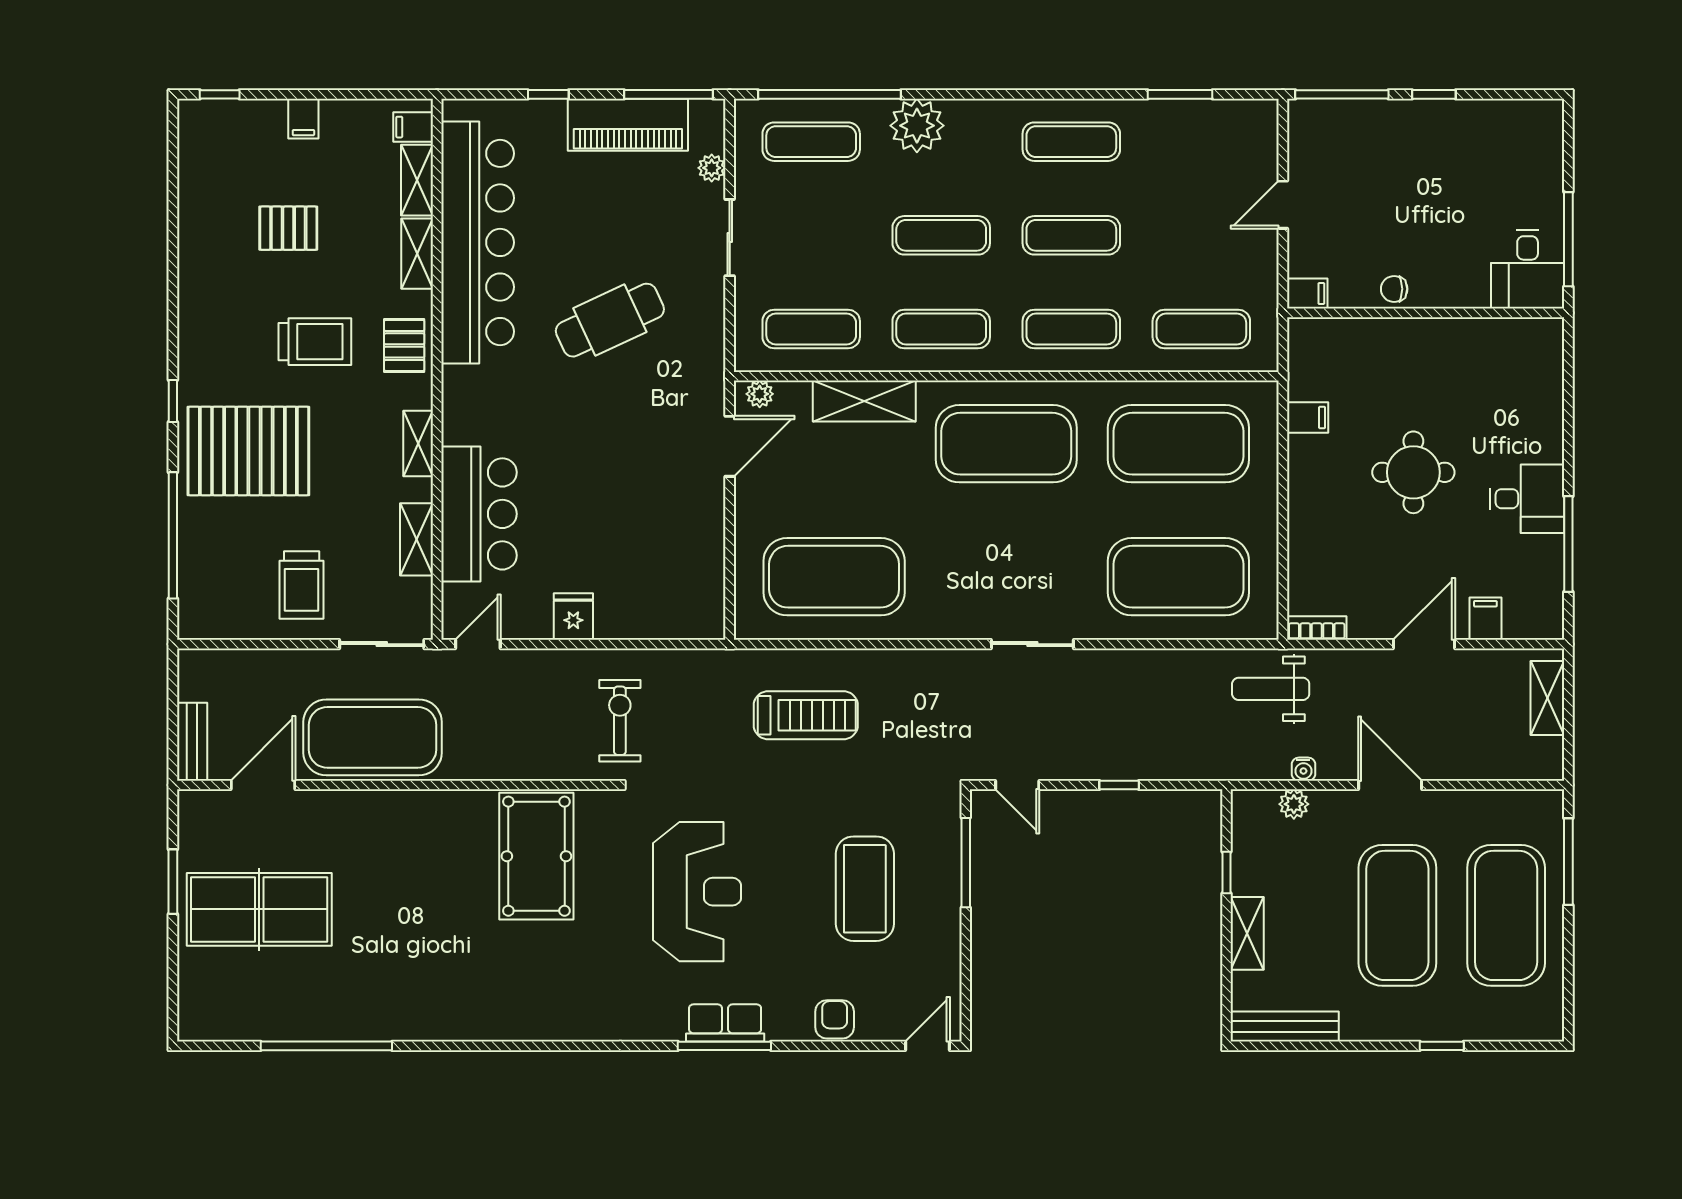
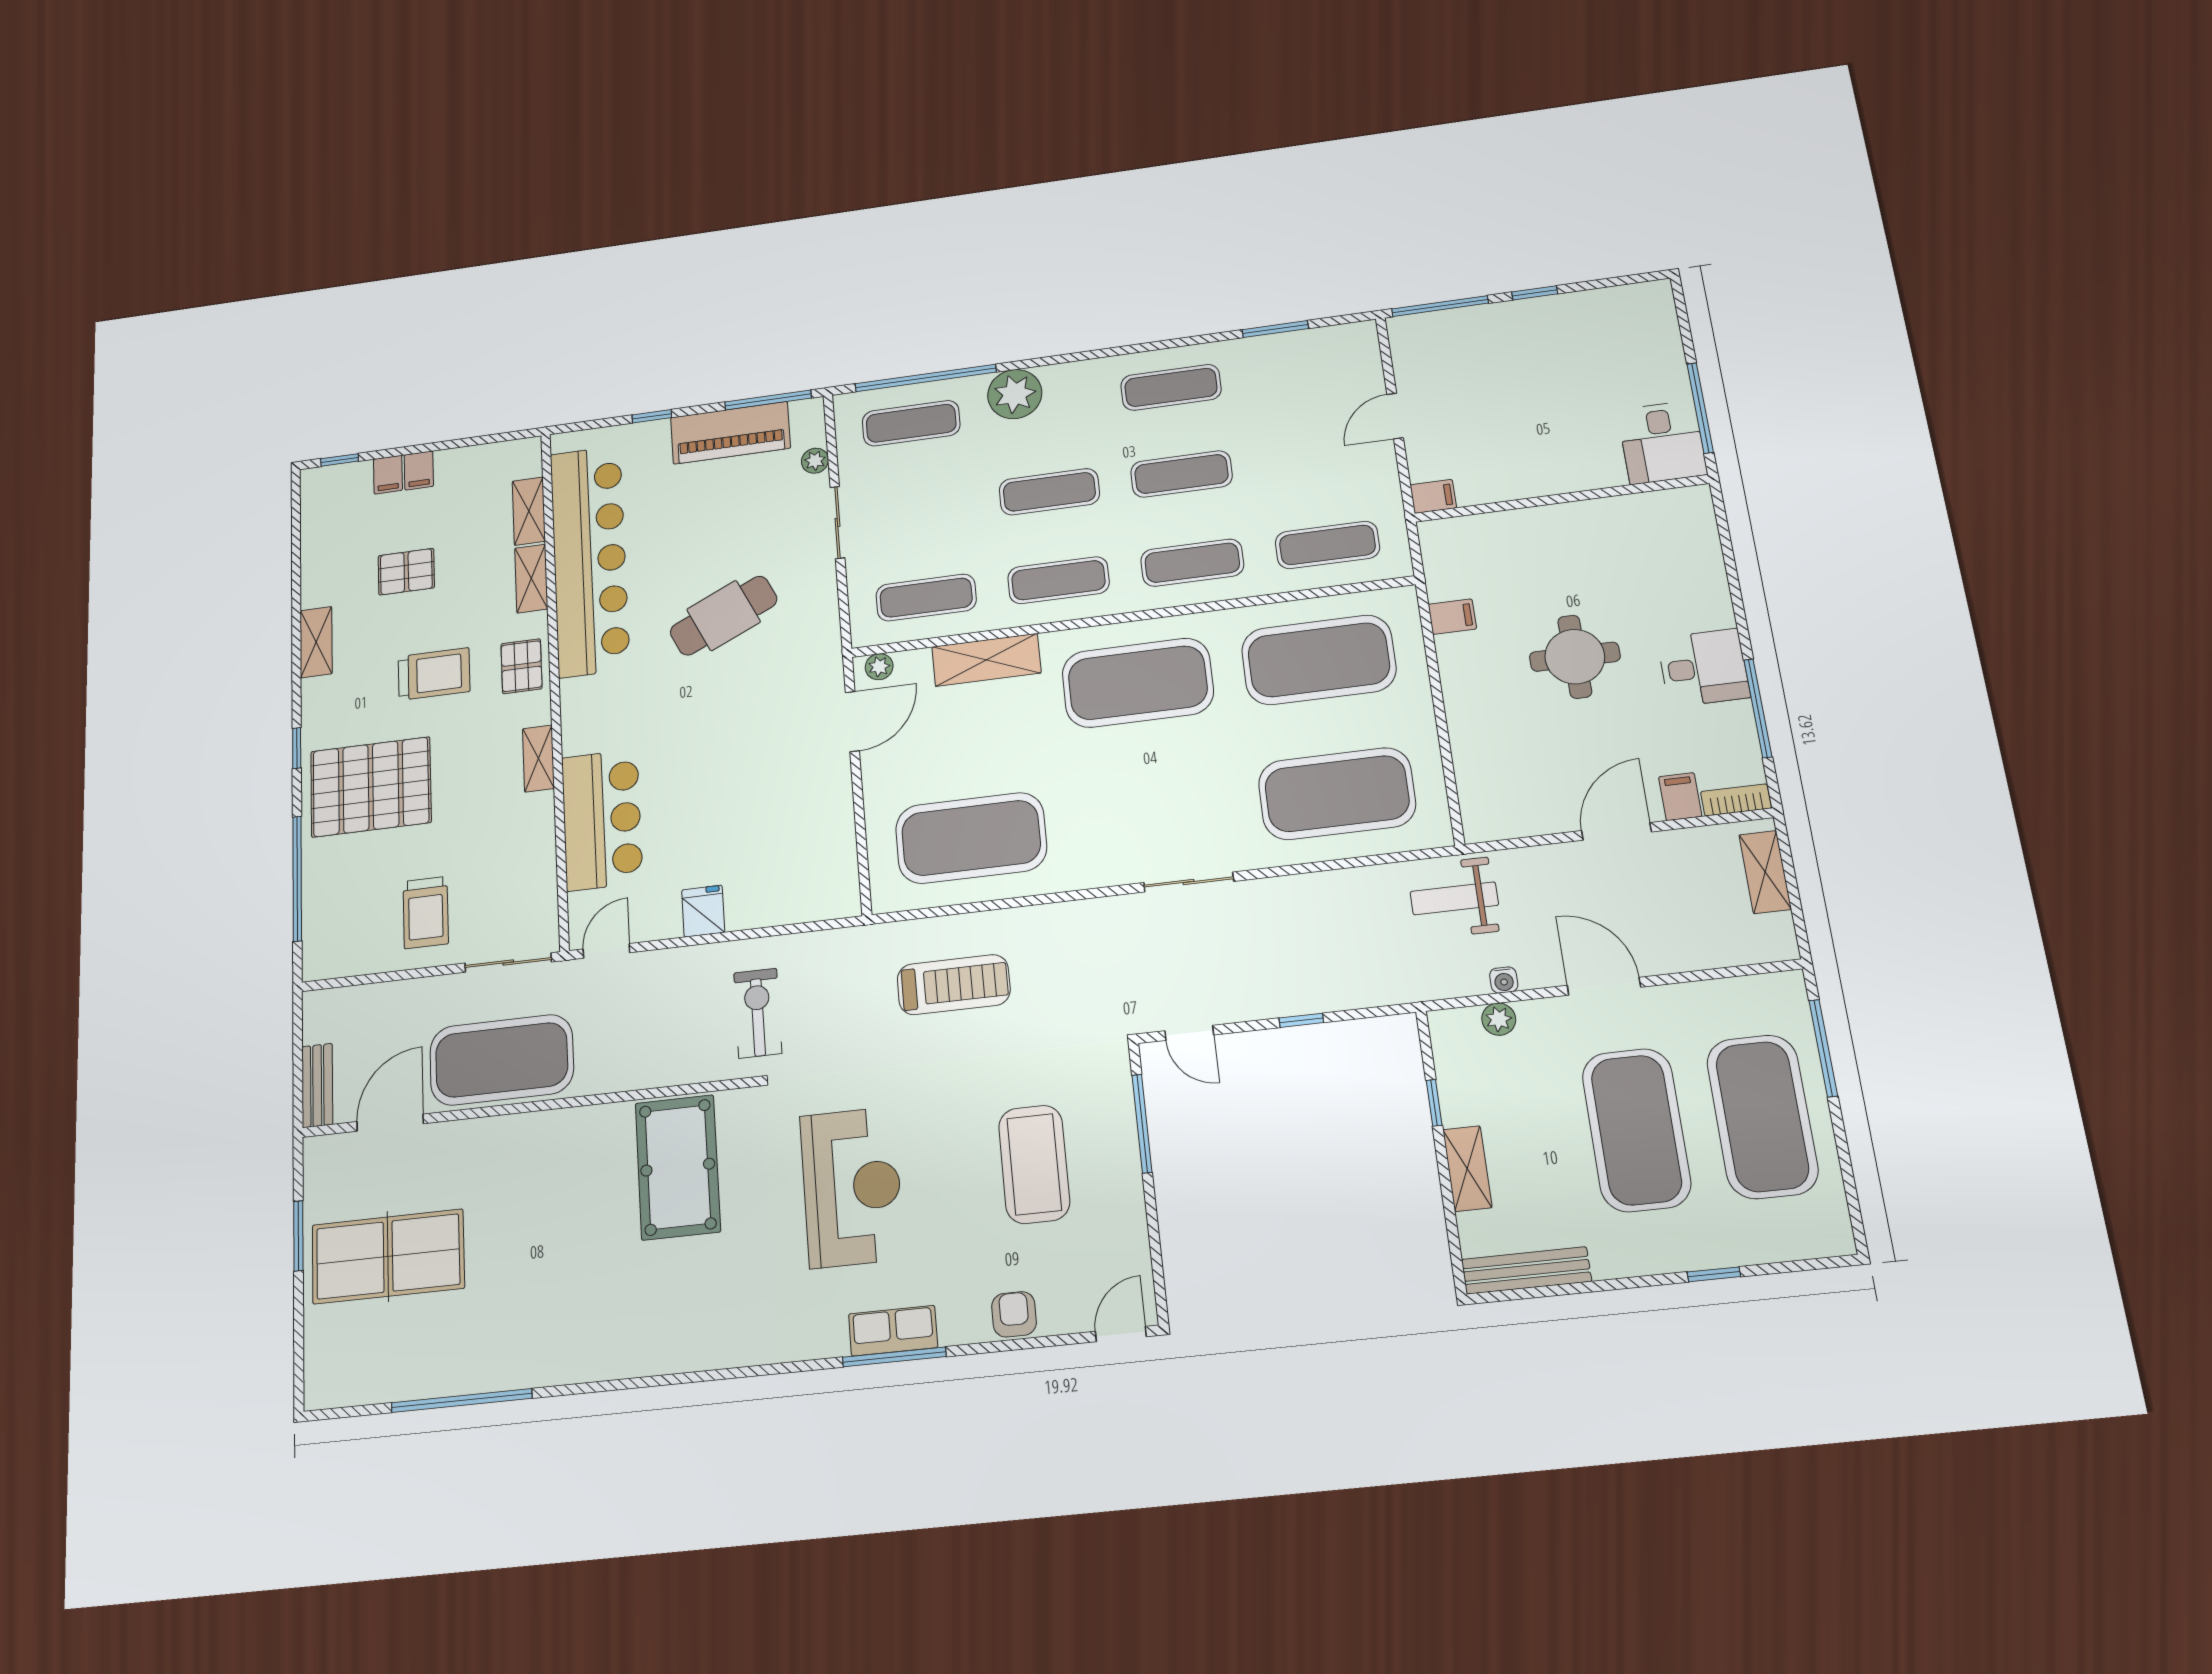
filing cabinet: (413, 127) -> (388, 475), moved, turned -90
chair: (1394, 289) -> (1524, 480), removed
shelving: (417, 539) -> (316, 642), moved
bookcase: (1317, 628) -> (1736, 800), moved

